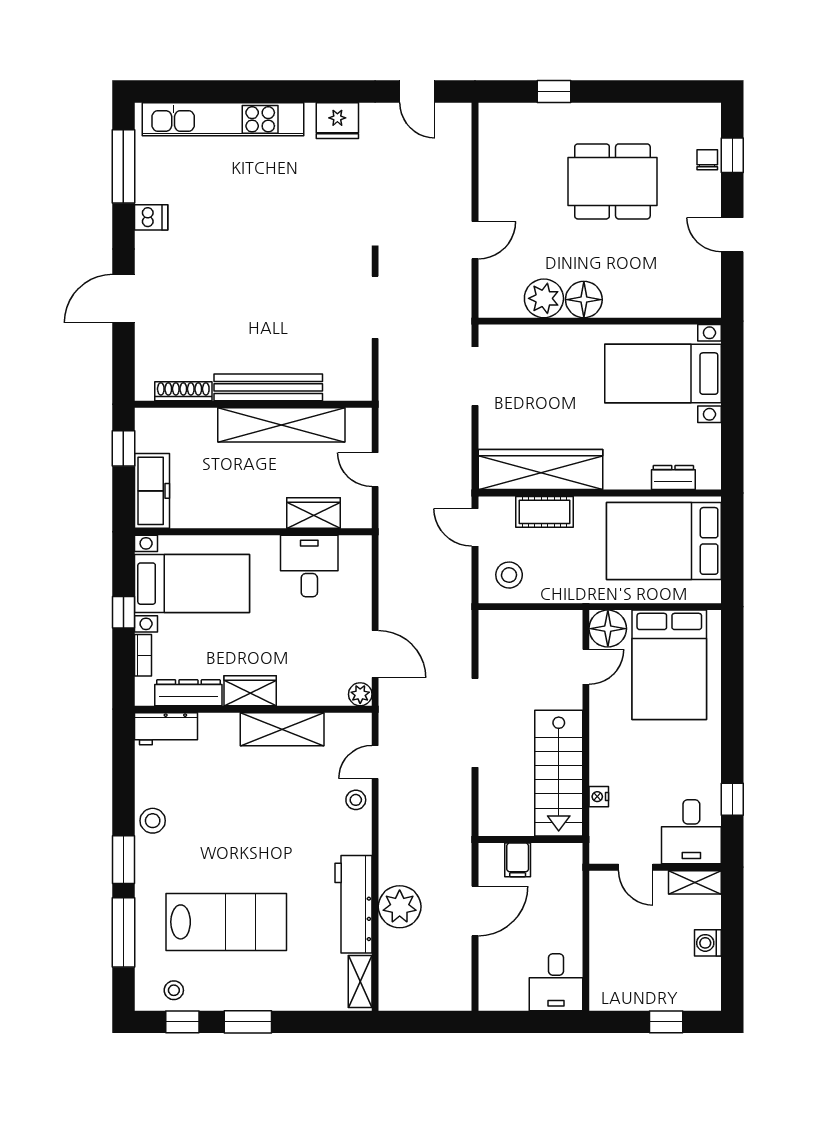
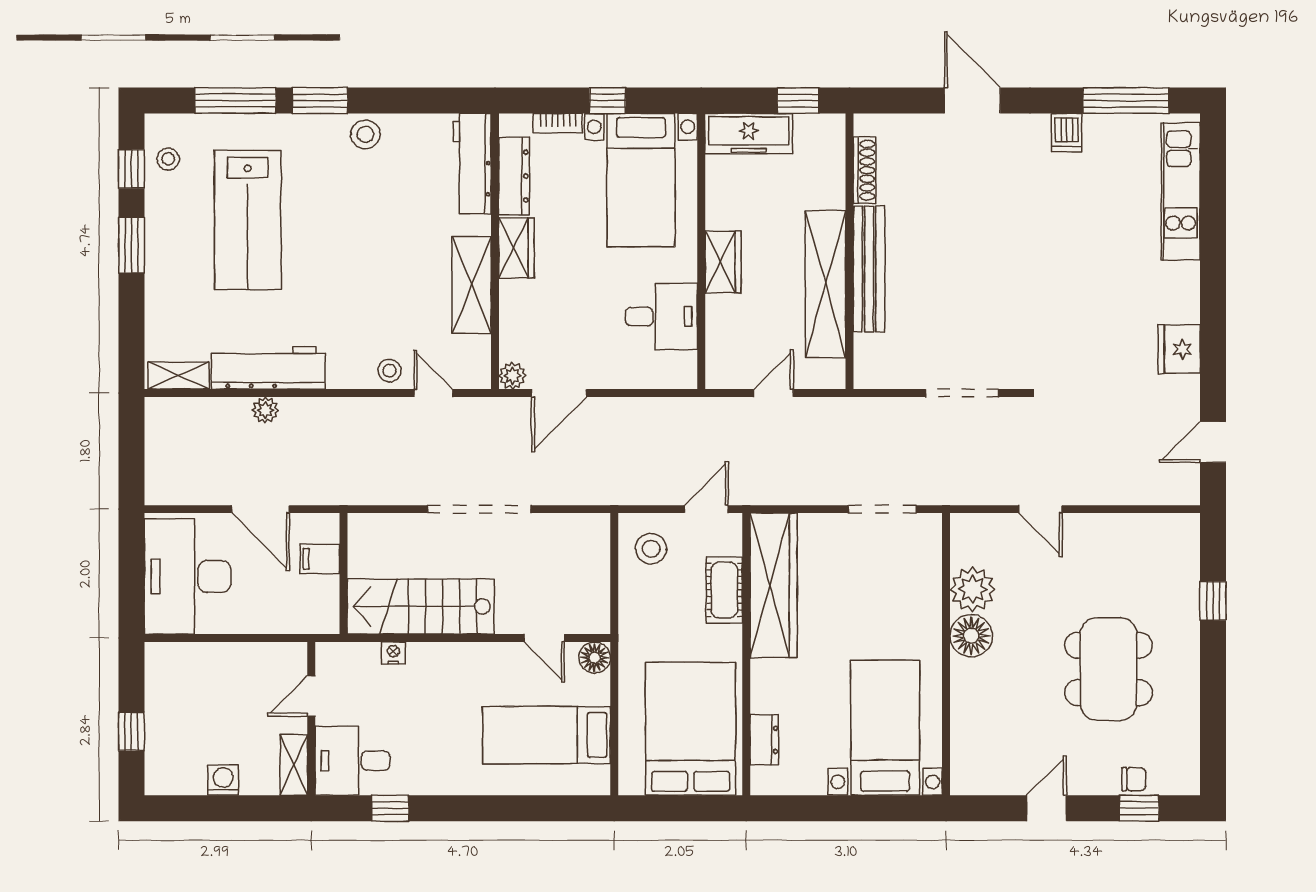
kitchen unit: (223, 119) -> (1181, 191), width x0.73
wardrobe: (313, 513) -> (723, 262), moved
floor lamp: (608, 629) -> (595, 658), width x0.73, depth x0.73
bed: (669, 665) -> (547, 735), width x0.67
workbench: (166, 729) -> (472, 164), width x1.38
plant: (400, 907) -> (265, 410), width x0.53, depth x0.53
desk: (556, 982) -> (188, 576), width x1.87, depth x1.30

